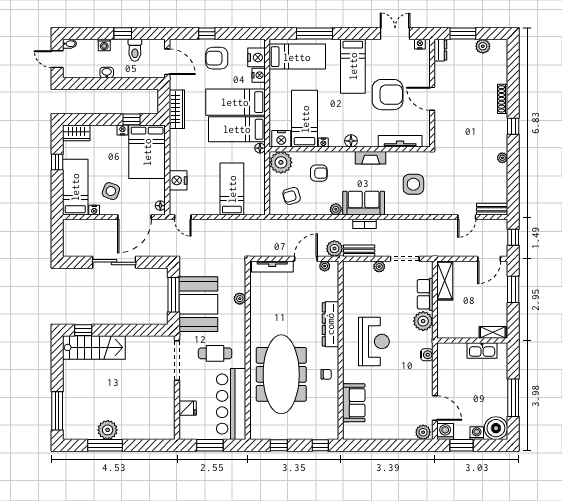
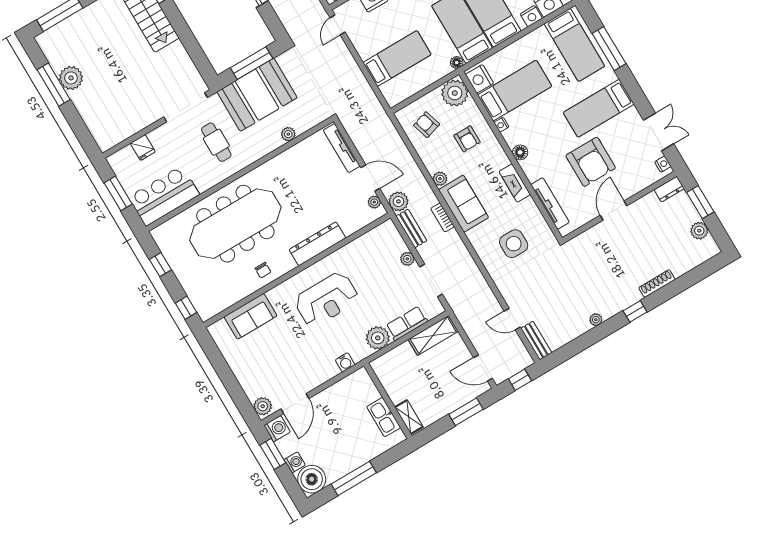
bar counter: (231, 404) -> (164, 196), width x0.73

